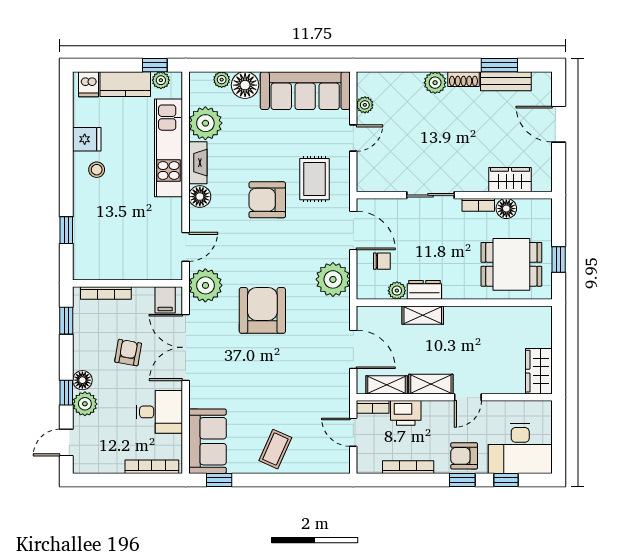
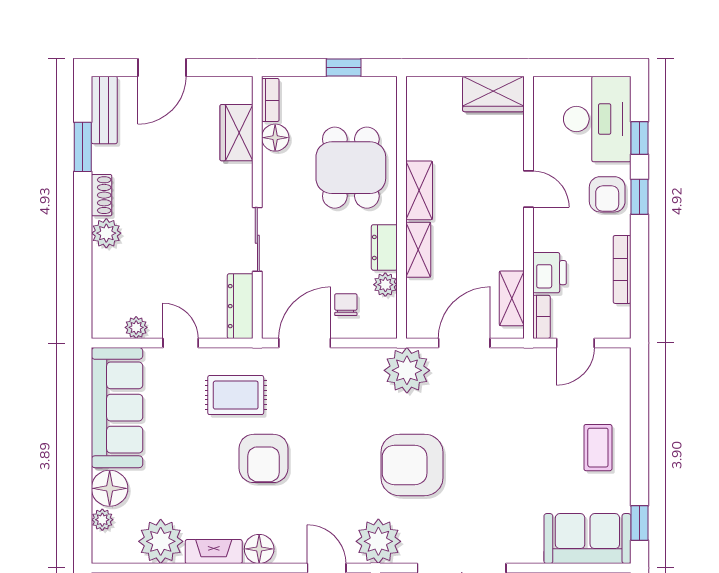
bench: (506, 81) -> (104, 110), moved
dresser: (381, 182) -> (240, 306), added
bookcase: (478, 205) -> (270, 100), moved
dining table: (511, 264) -> (351, 168), moved
plant: (333, 279) -> (407, 370), moved
shelving: (431, 384) -> (419, 190), moved
coffee table: (275, 449) -> (598, 448), turned 66

